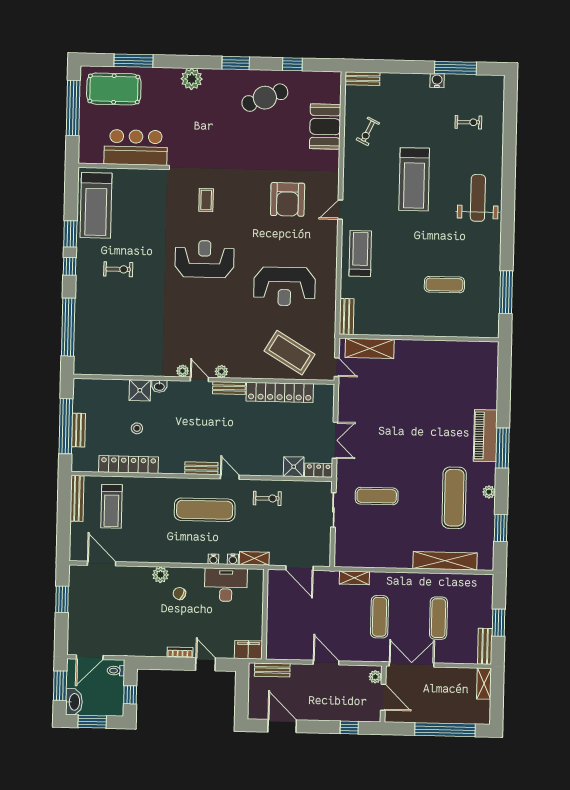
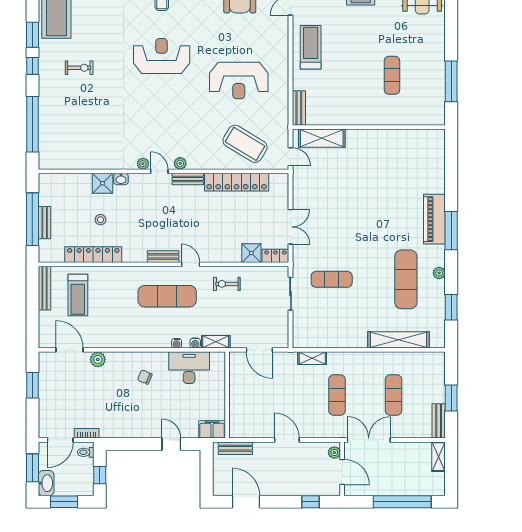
exercise mat: (444, 285) -> (392, 75), turned 90
exercise bike: (267, 498) -> (227, 284), turned 180
plant: (160, 575) -> (98, 359), moved
bookcase: (180, 652) -> (87, 433), moved

